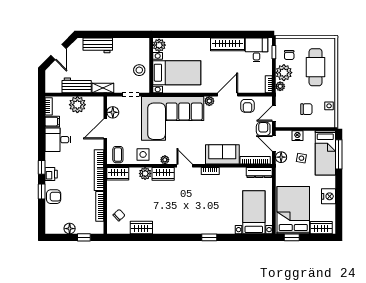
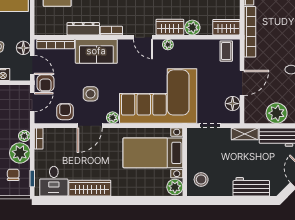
stool: (139, 70) -> (201, 179), moved
side table: (143, 154) -> (91, 94), moved
dresser: (259, 173) -> (83, 29), moved

